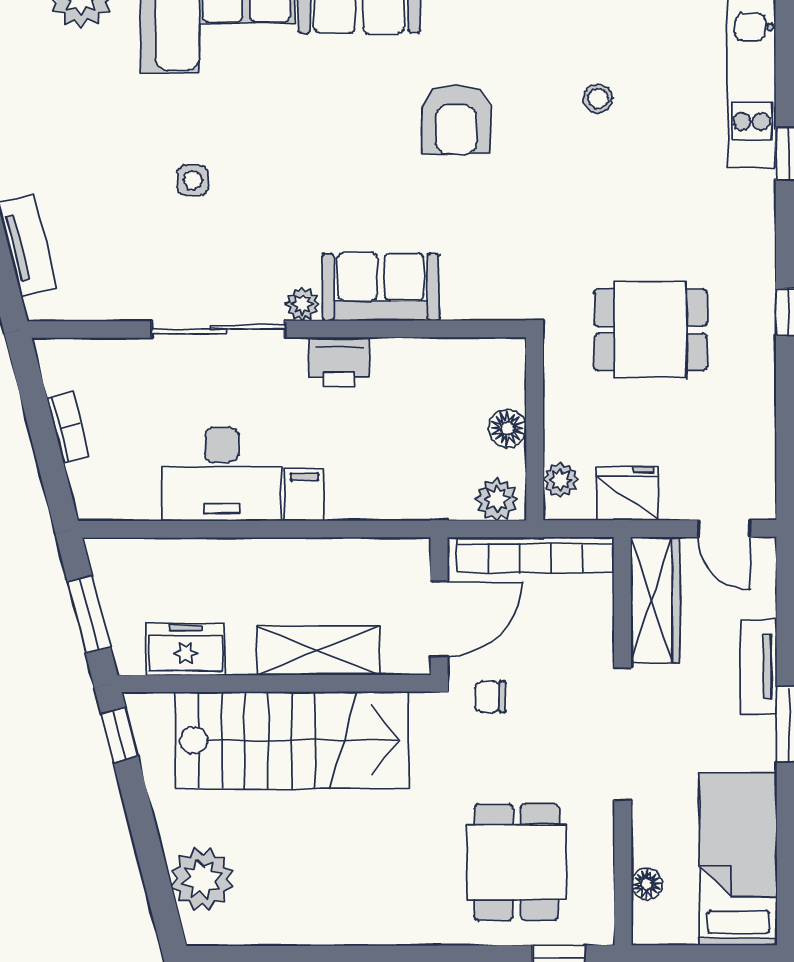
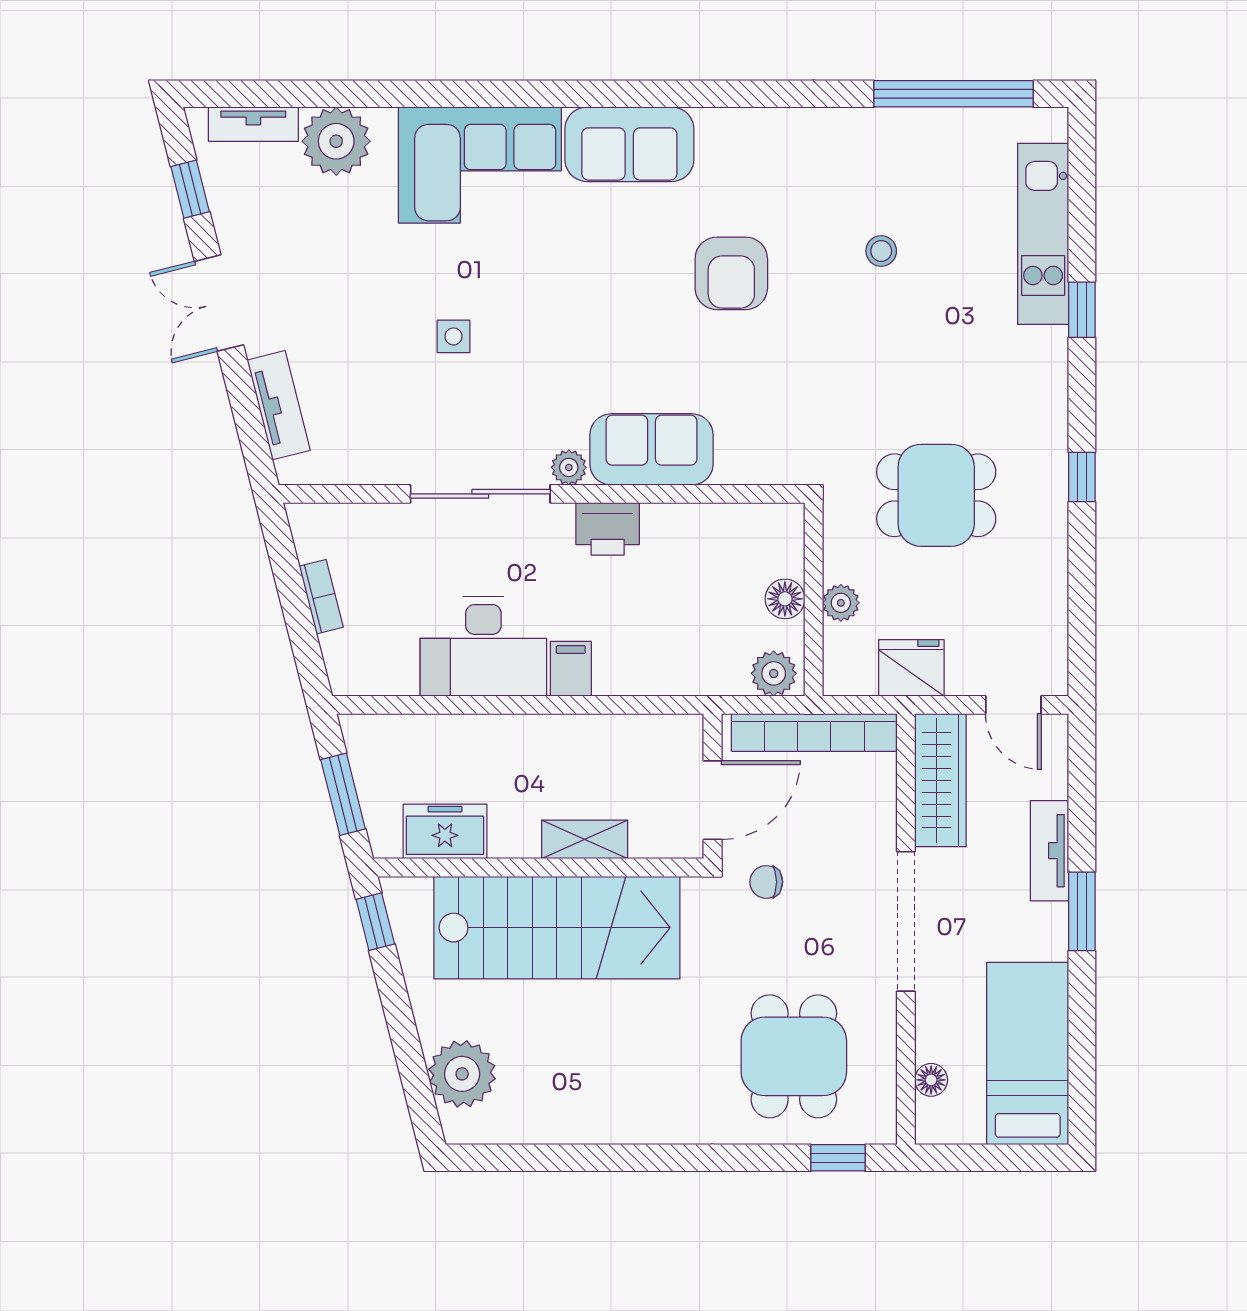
plant: (561, 480) -> (841, 603), moved
shelving: (318, 651) -> (585, 839), width x0.67, depth x0.75

